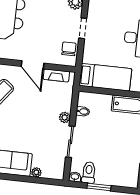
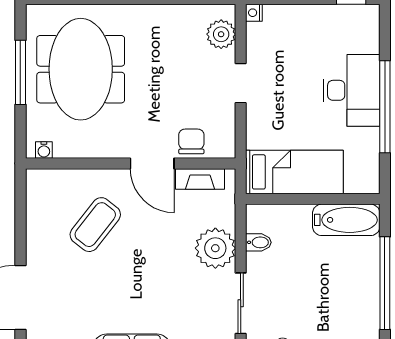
chair: (69, 49) -> (191, 141), moved
plant: (65, 117) -> (215, 248), width x1.87, depth x1.87

